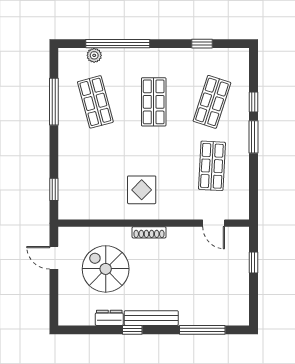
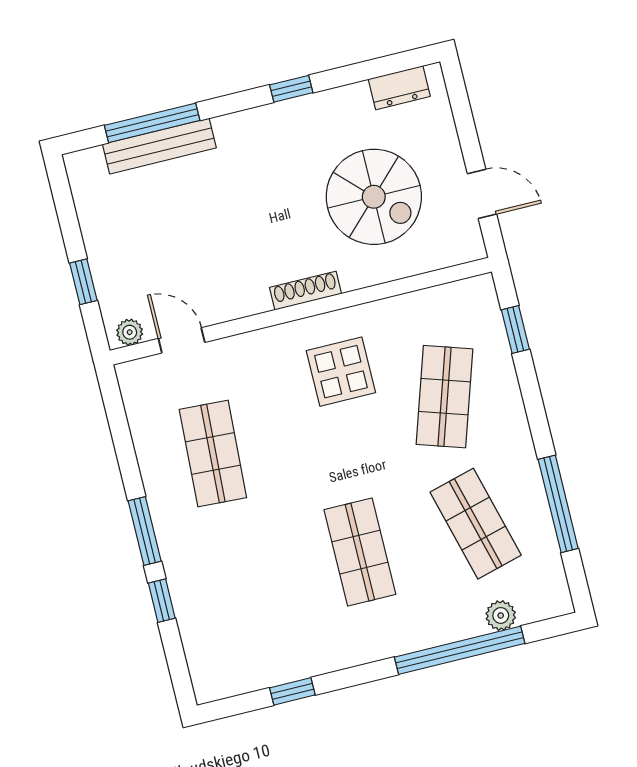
shop shelf: (212, 102) -> (444, 397), moved
plant: (237, 233) -> (130, 332), added
dresser: (109, 318) -> (399, 88), moved
bench: (151, 318) -> (159, 146), moved

